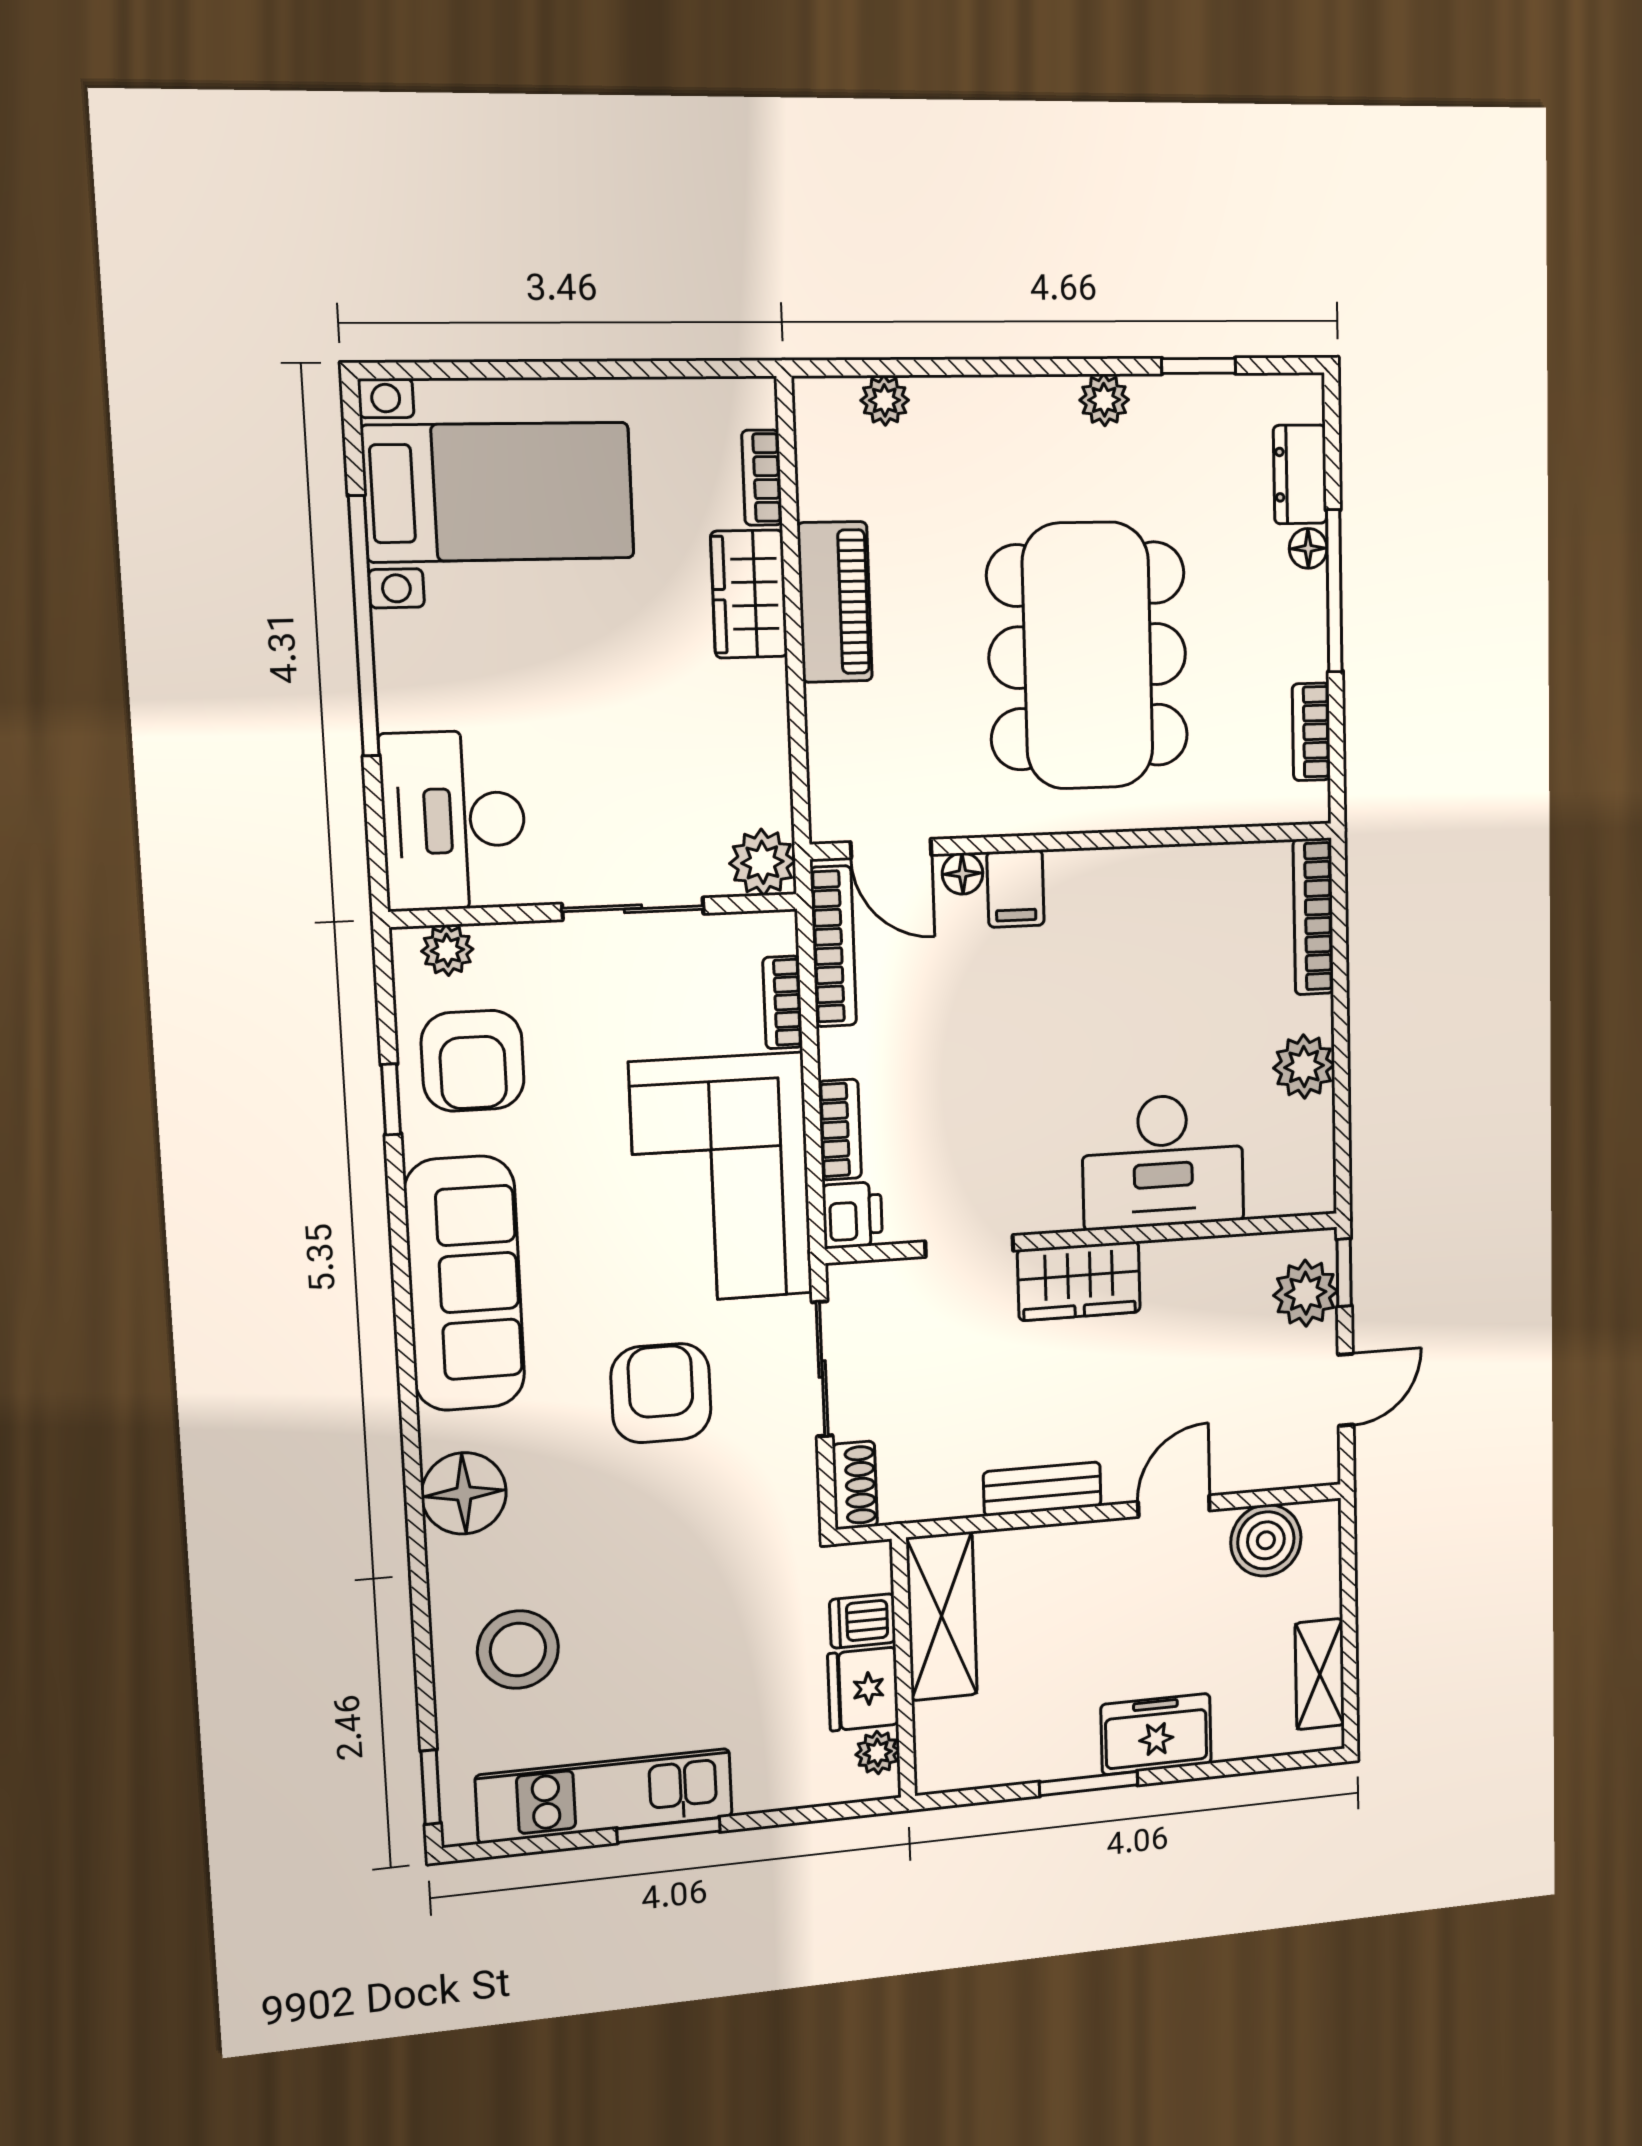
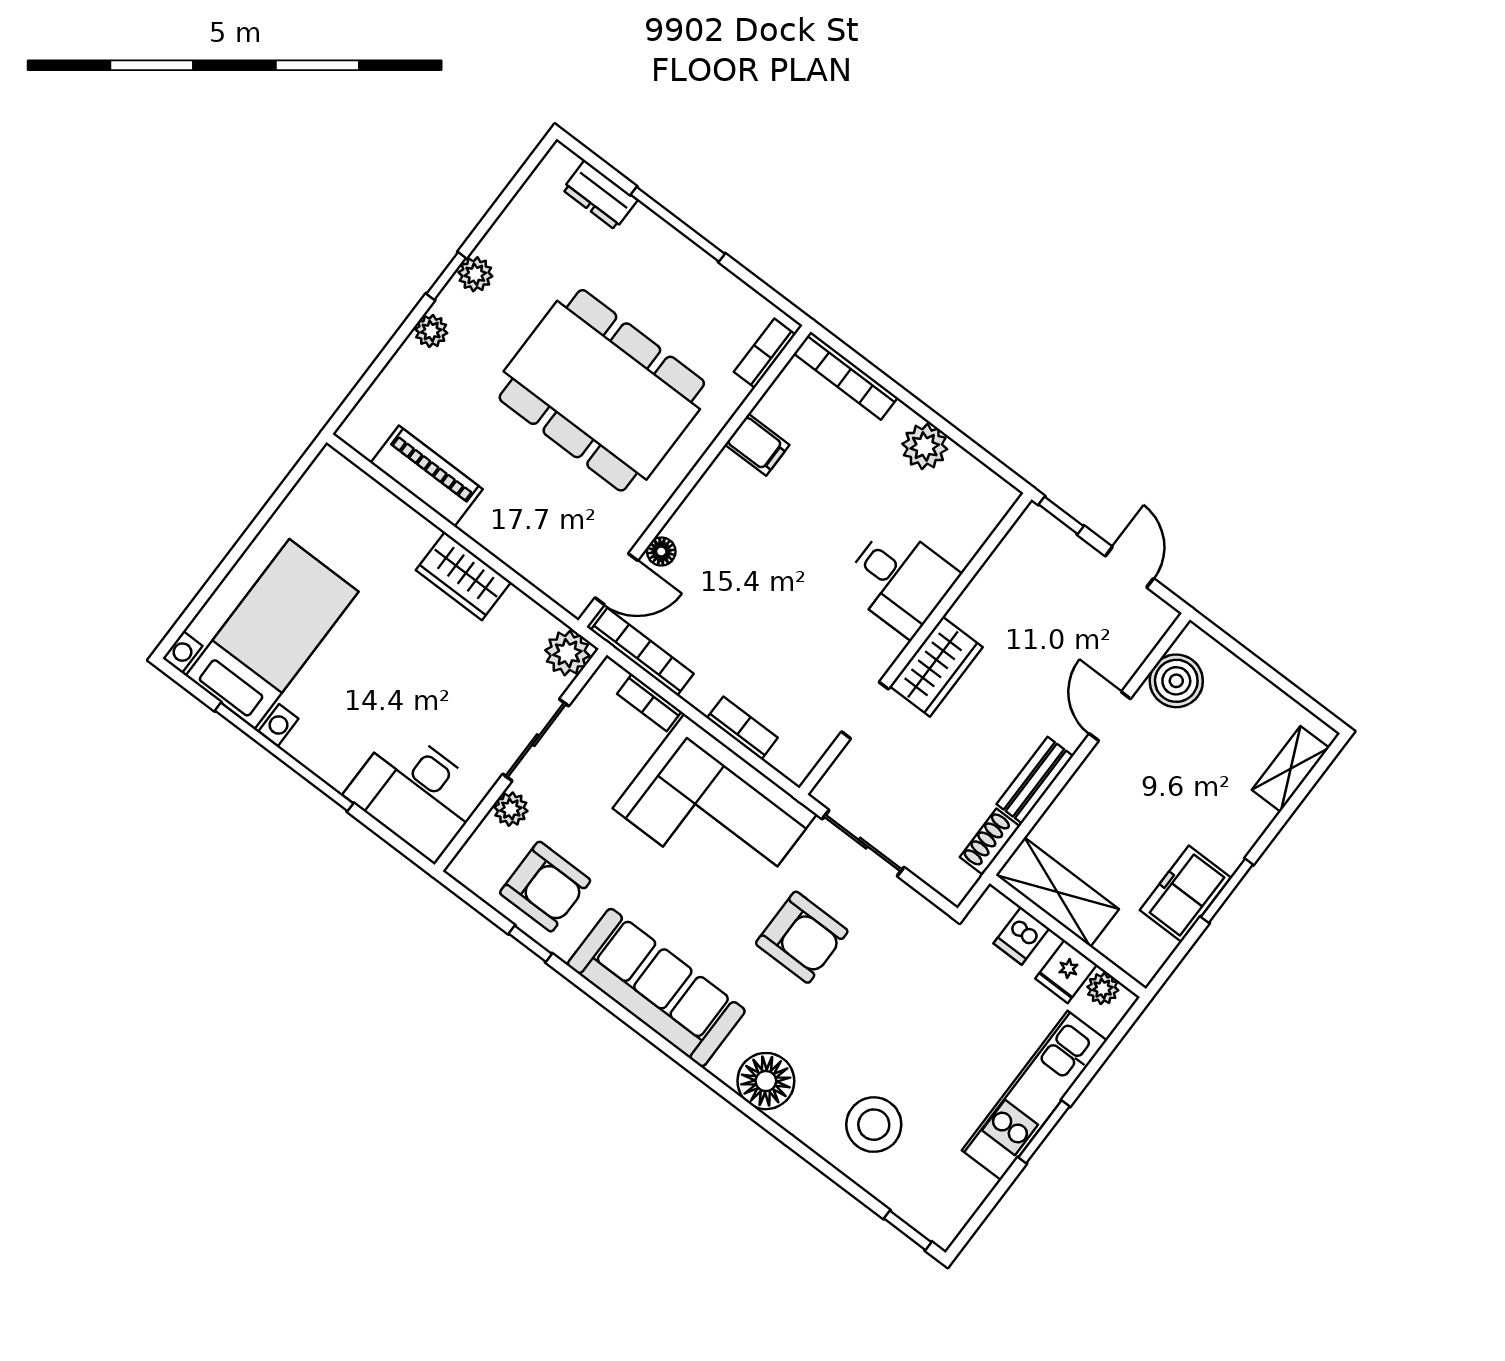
window: (1199, 366) -> (446, 276), moved
plant: (885, 400) -> (431, 331), moved
bookcase: (762, 478) -> (371, 492), removed
floor lamp: (1308, 548) -> (643, 221), removed
wardrobe: (749, 594) -> (463, 576), moved
piano: (835, 602) -> (427, 476), moved
bookcase: (1311, 732) -> (765, 353), moved, turned 90
filing cabinet: (1015, 889) -> (757, 445), moved
plant: (447, 950) -> (511, 809), moved
desk: (1163, 1161) -> (900, 580), width x0.73
printer: (852, 1215) -> (794, 759), removed
plant: (1306, 1293) -> (1054, 546), removed
armchair: (661, 1393) -> (802, 937), turned 180
shoe rack: (855, 1485) -> (990, 842), moved, turned -90
shelving: (1320, 1674) -> (1290, 769), moved, turned 90
fridge: (863, 1689) -> (1066, 972), width x0.72
freezer: (1156, 1734) -> (1185, 894), moved
kitchen unit: (605, 1796) -> (1034, 1095), moved

